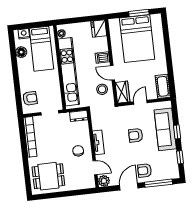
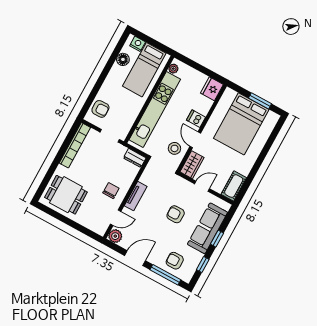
door: (95, 168) -> (116, 218), hinge flipped
armchair: (145, 170) -> (175, 261), moved

